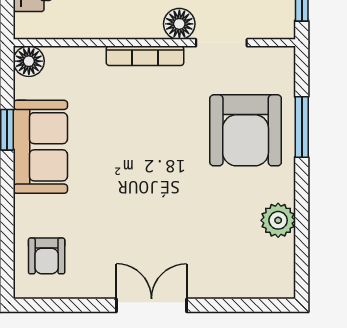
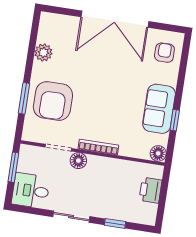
armchair: (246, 130) -> (53, 101), turned 180
double door: (152, 305) -> (115, 19), width x1.87

